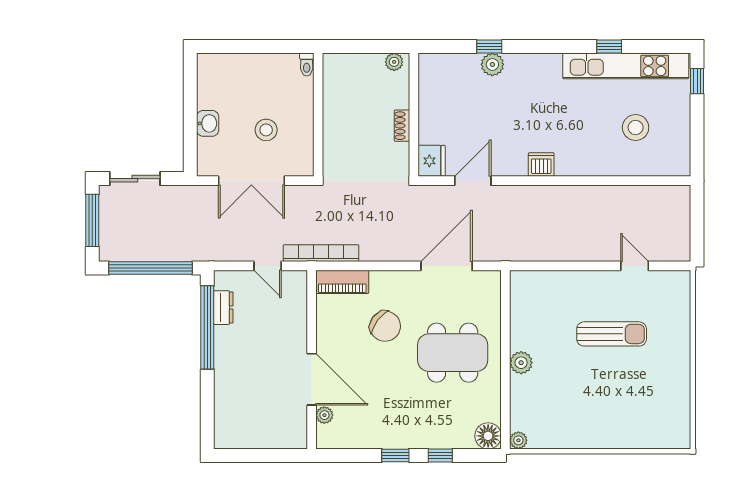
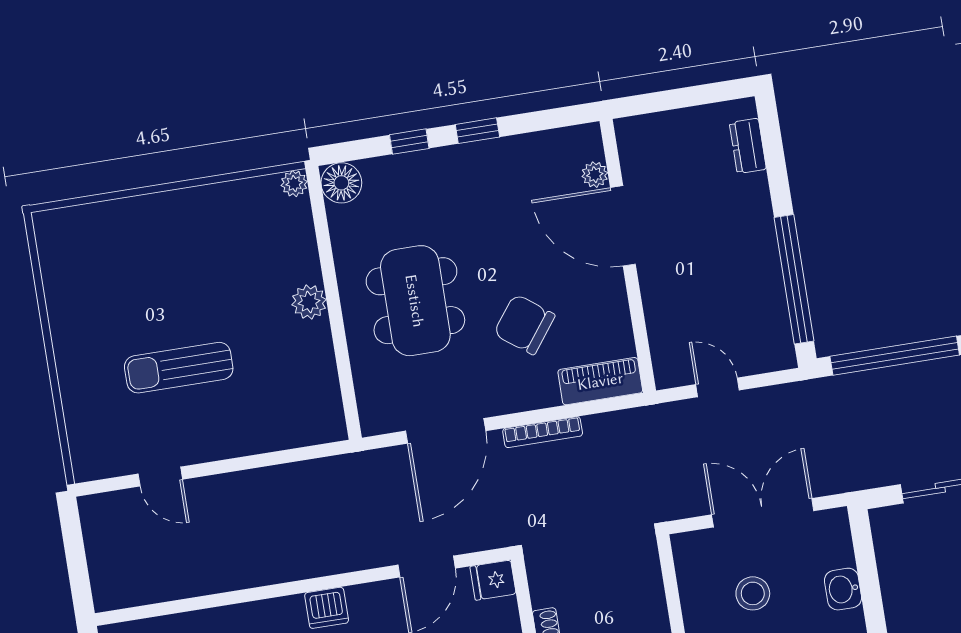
fridge: (432, 161) -> (493, 580), width x0.72
bookcase: (321, 253) -> (543, 432), moved, width x0.68, depth x0.76
dresser: (223, 308) -> (748, 146), moved
dining table: (453, 353) -> (415, 301), turned 90

